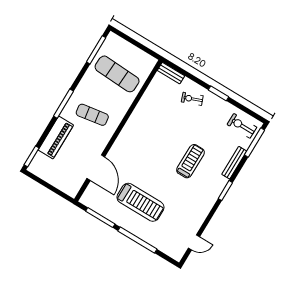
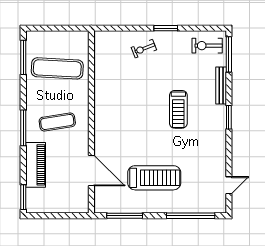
bench: (171, 73) -> (109, 36), removed
treadmill: (190, 161) -> (178, 109), turned 180
window: (137, 240) -> (191, 216), moved

